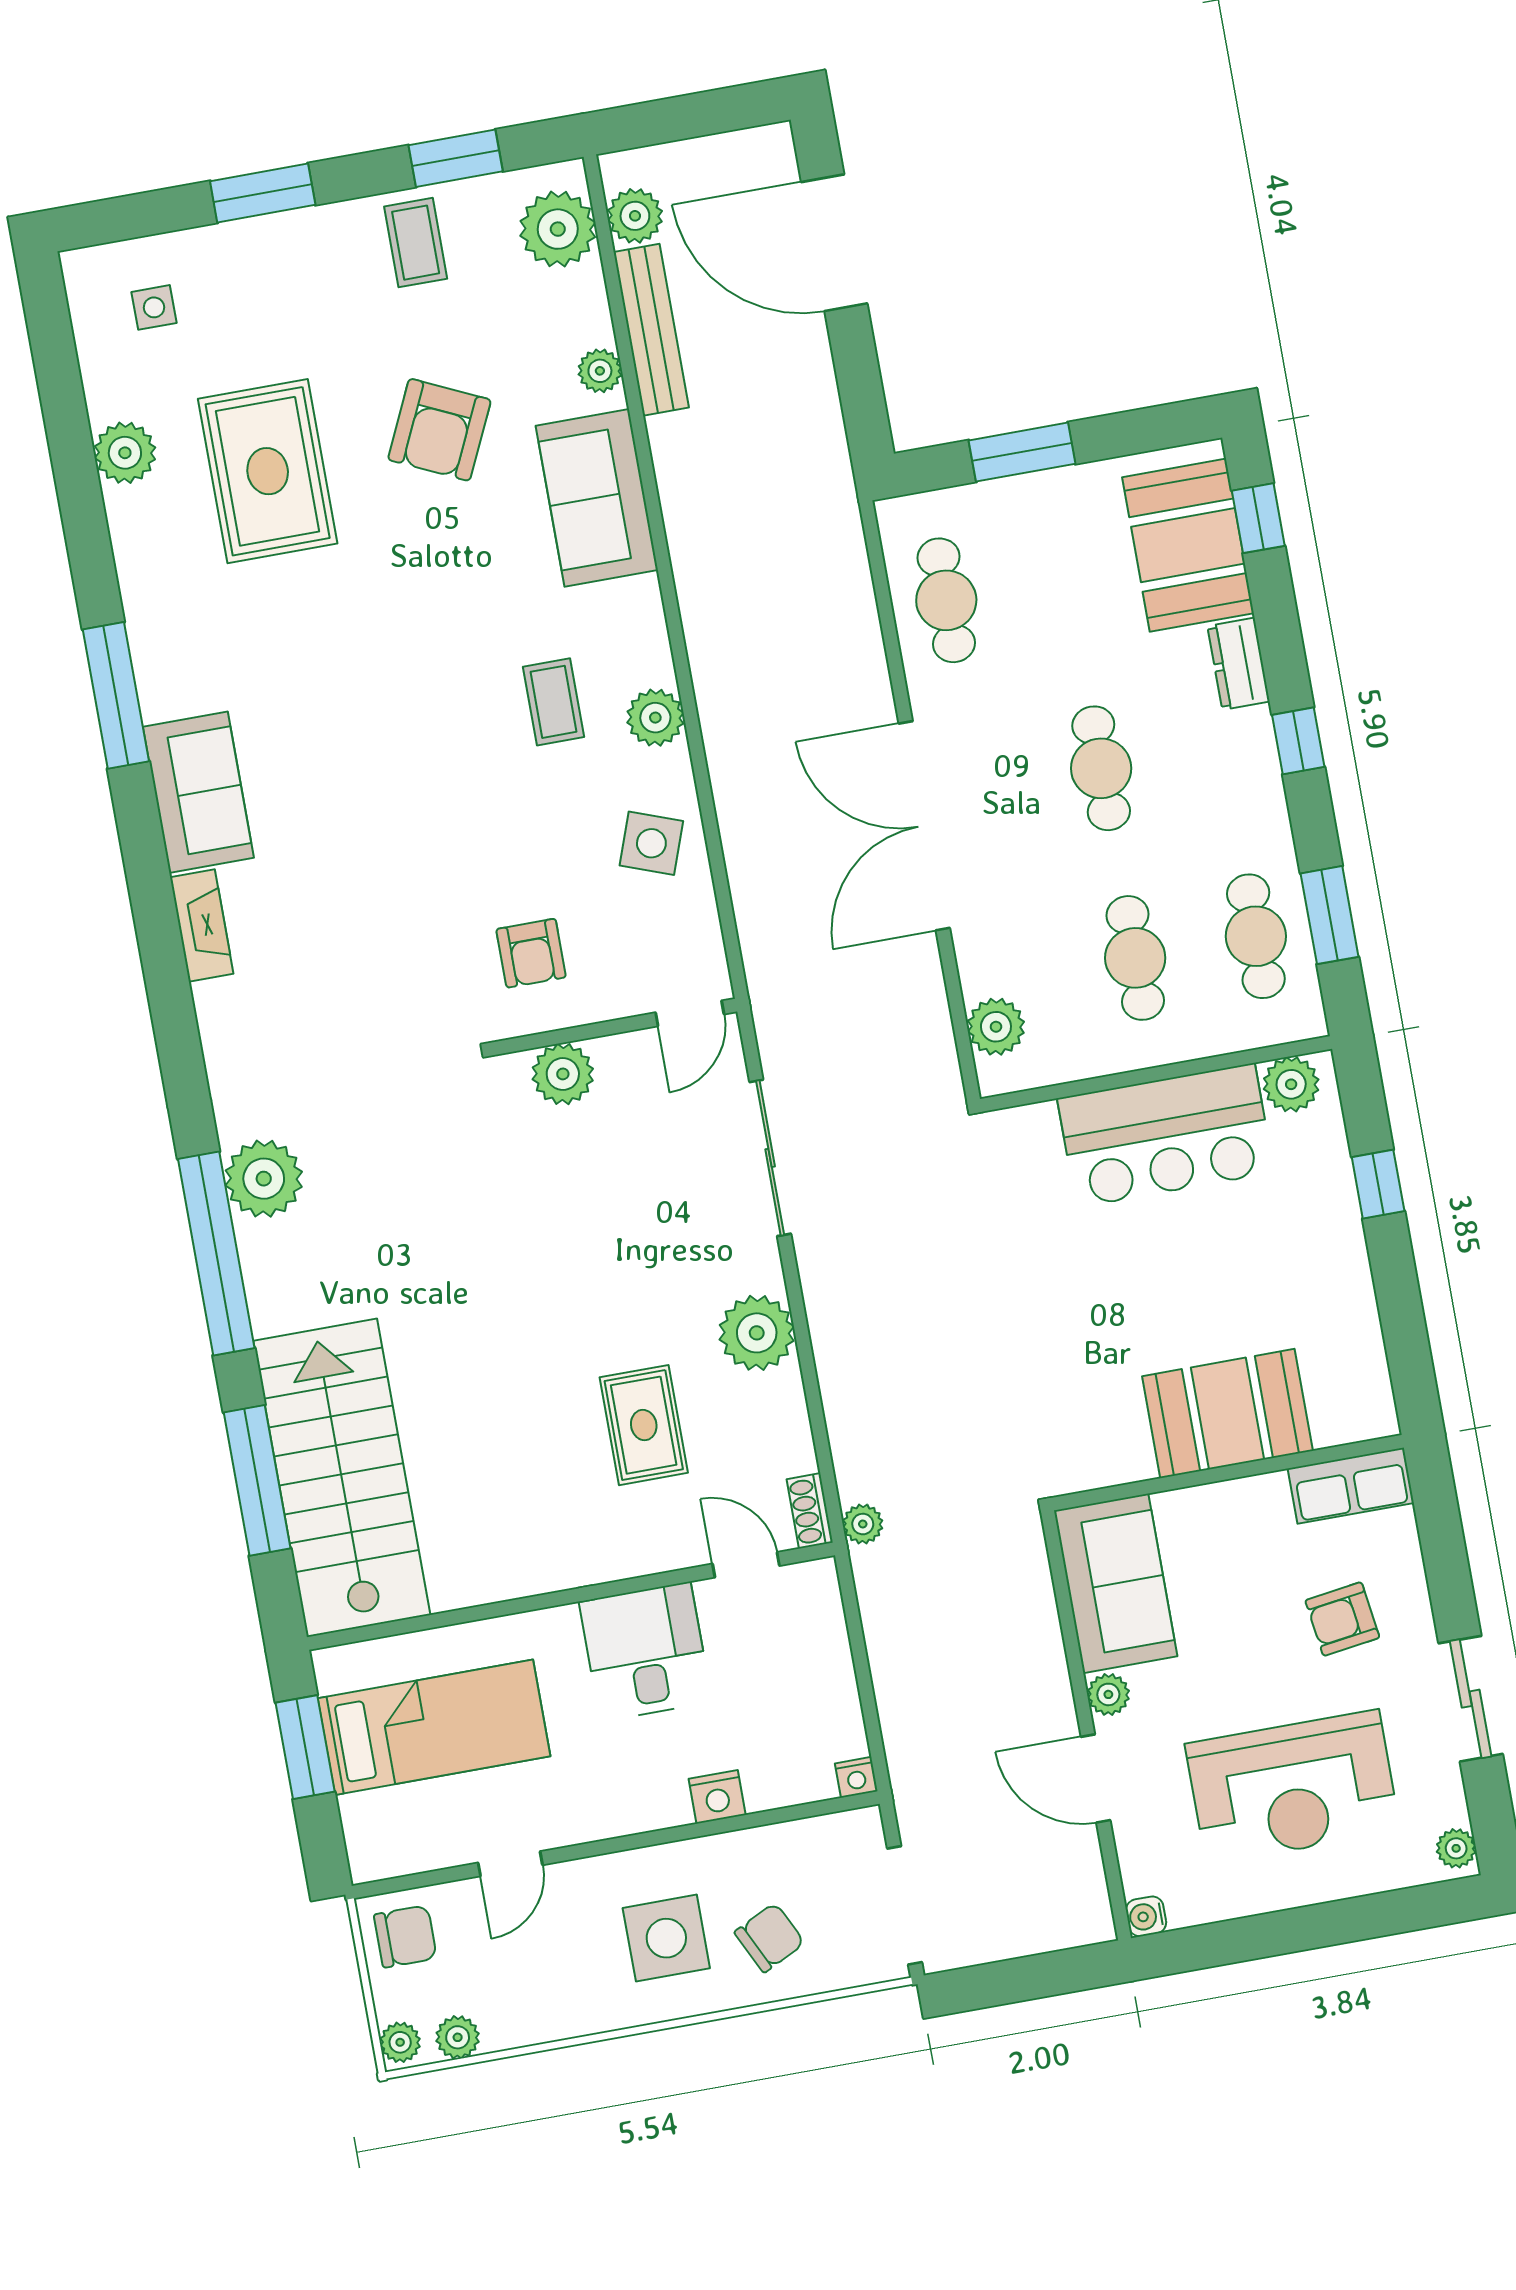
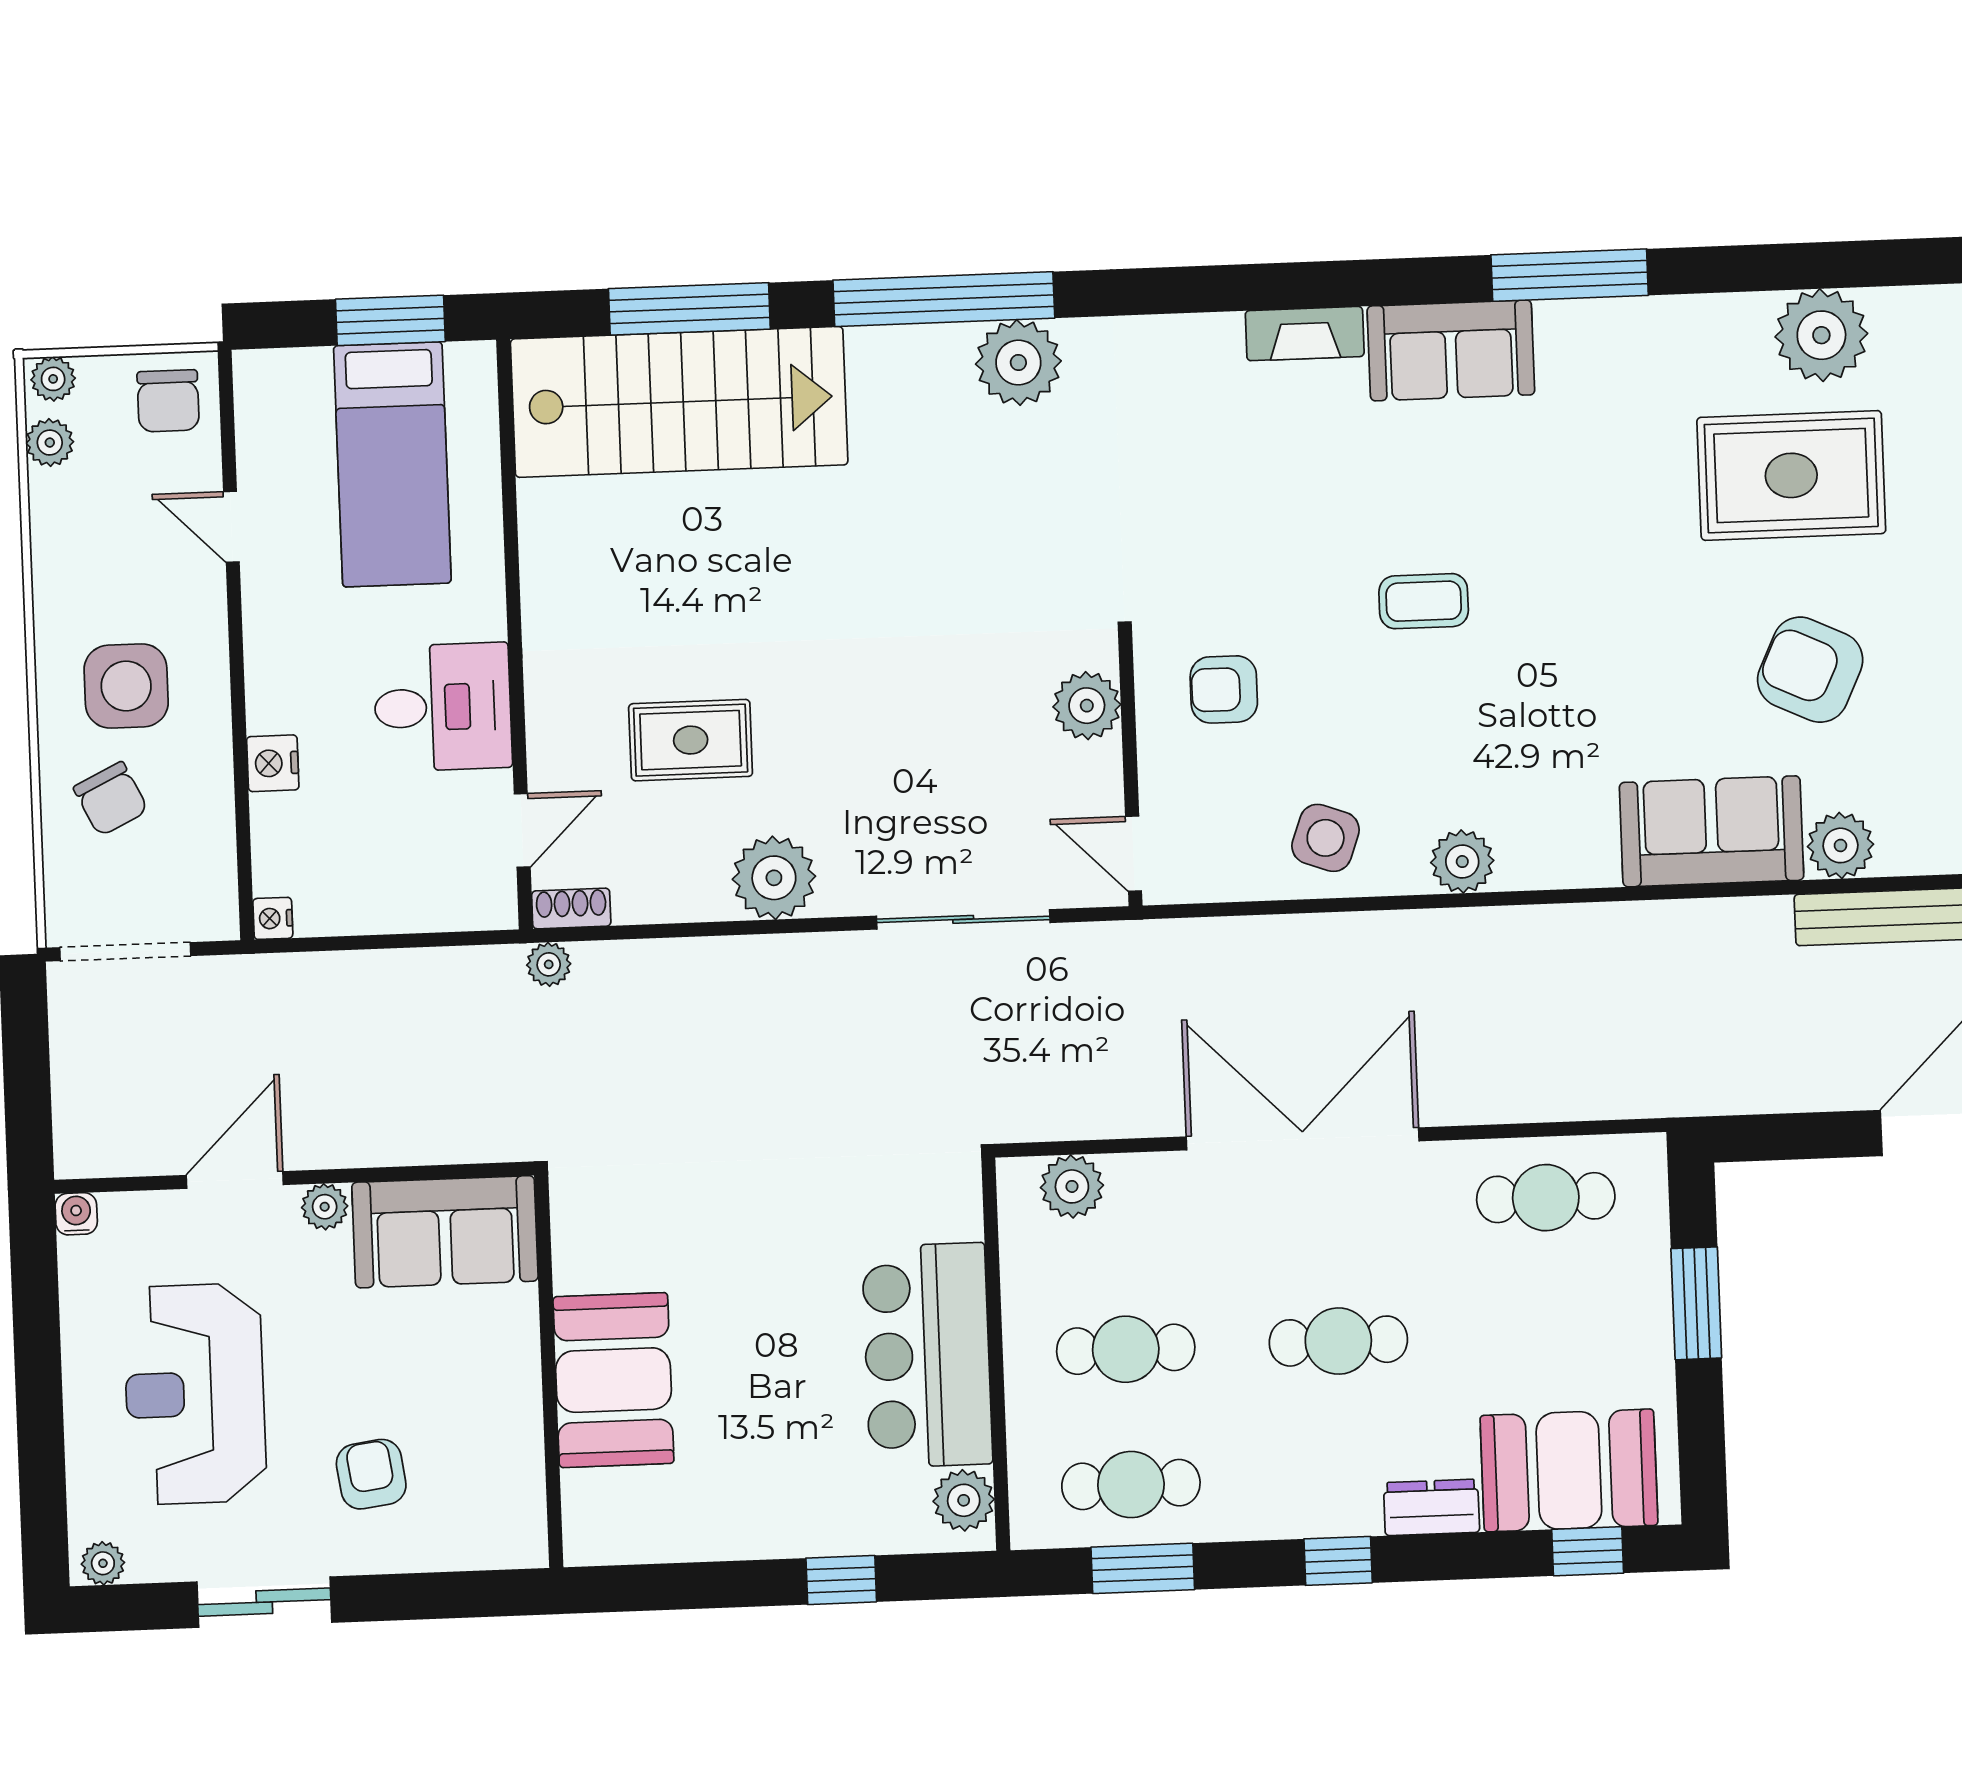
plant: (600, 371) -> (1840, 845), width x1.38, depth x1.38
plant: (125, 453) -> (1821, 335), width x1.36, depth x1.36
coffee table: (554, 702) -> (1424, 601), moved
row of seats: (1351, 1486) -> (516, 1504), removed

